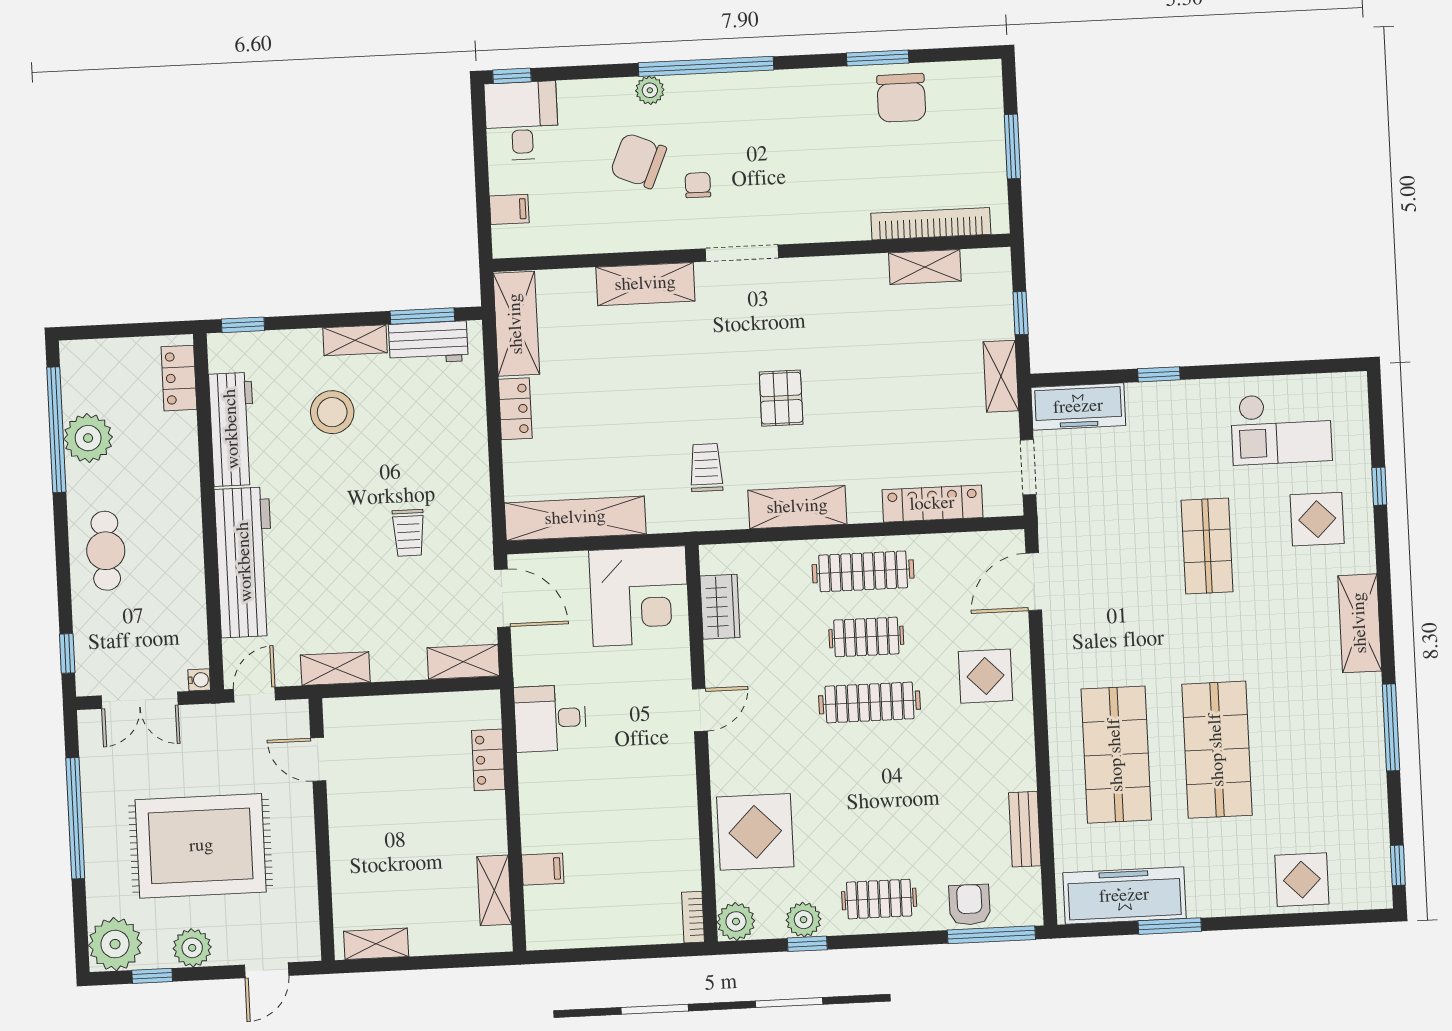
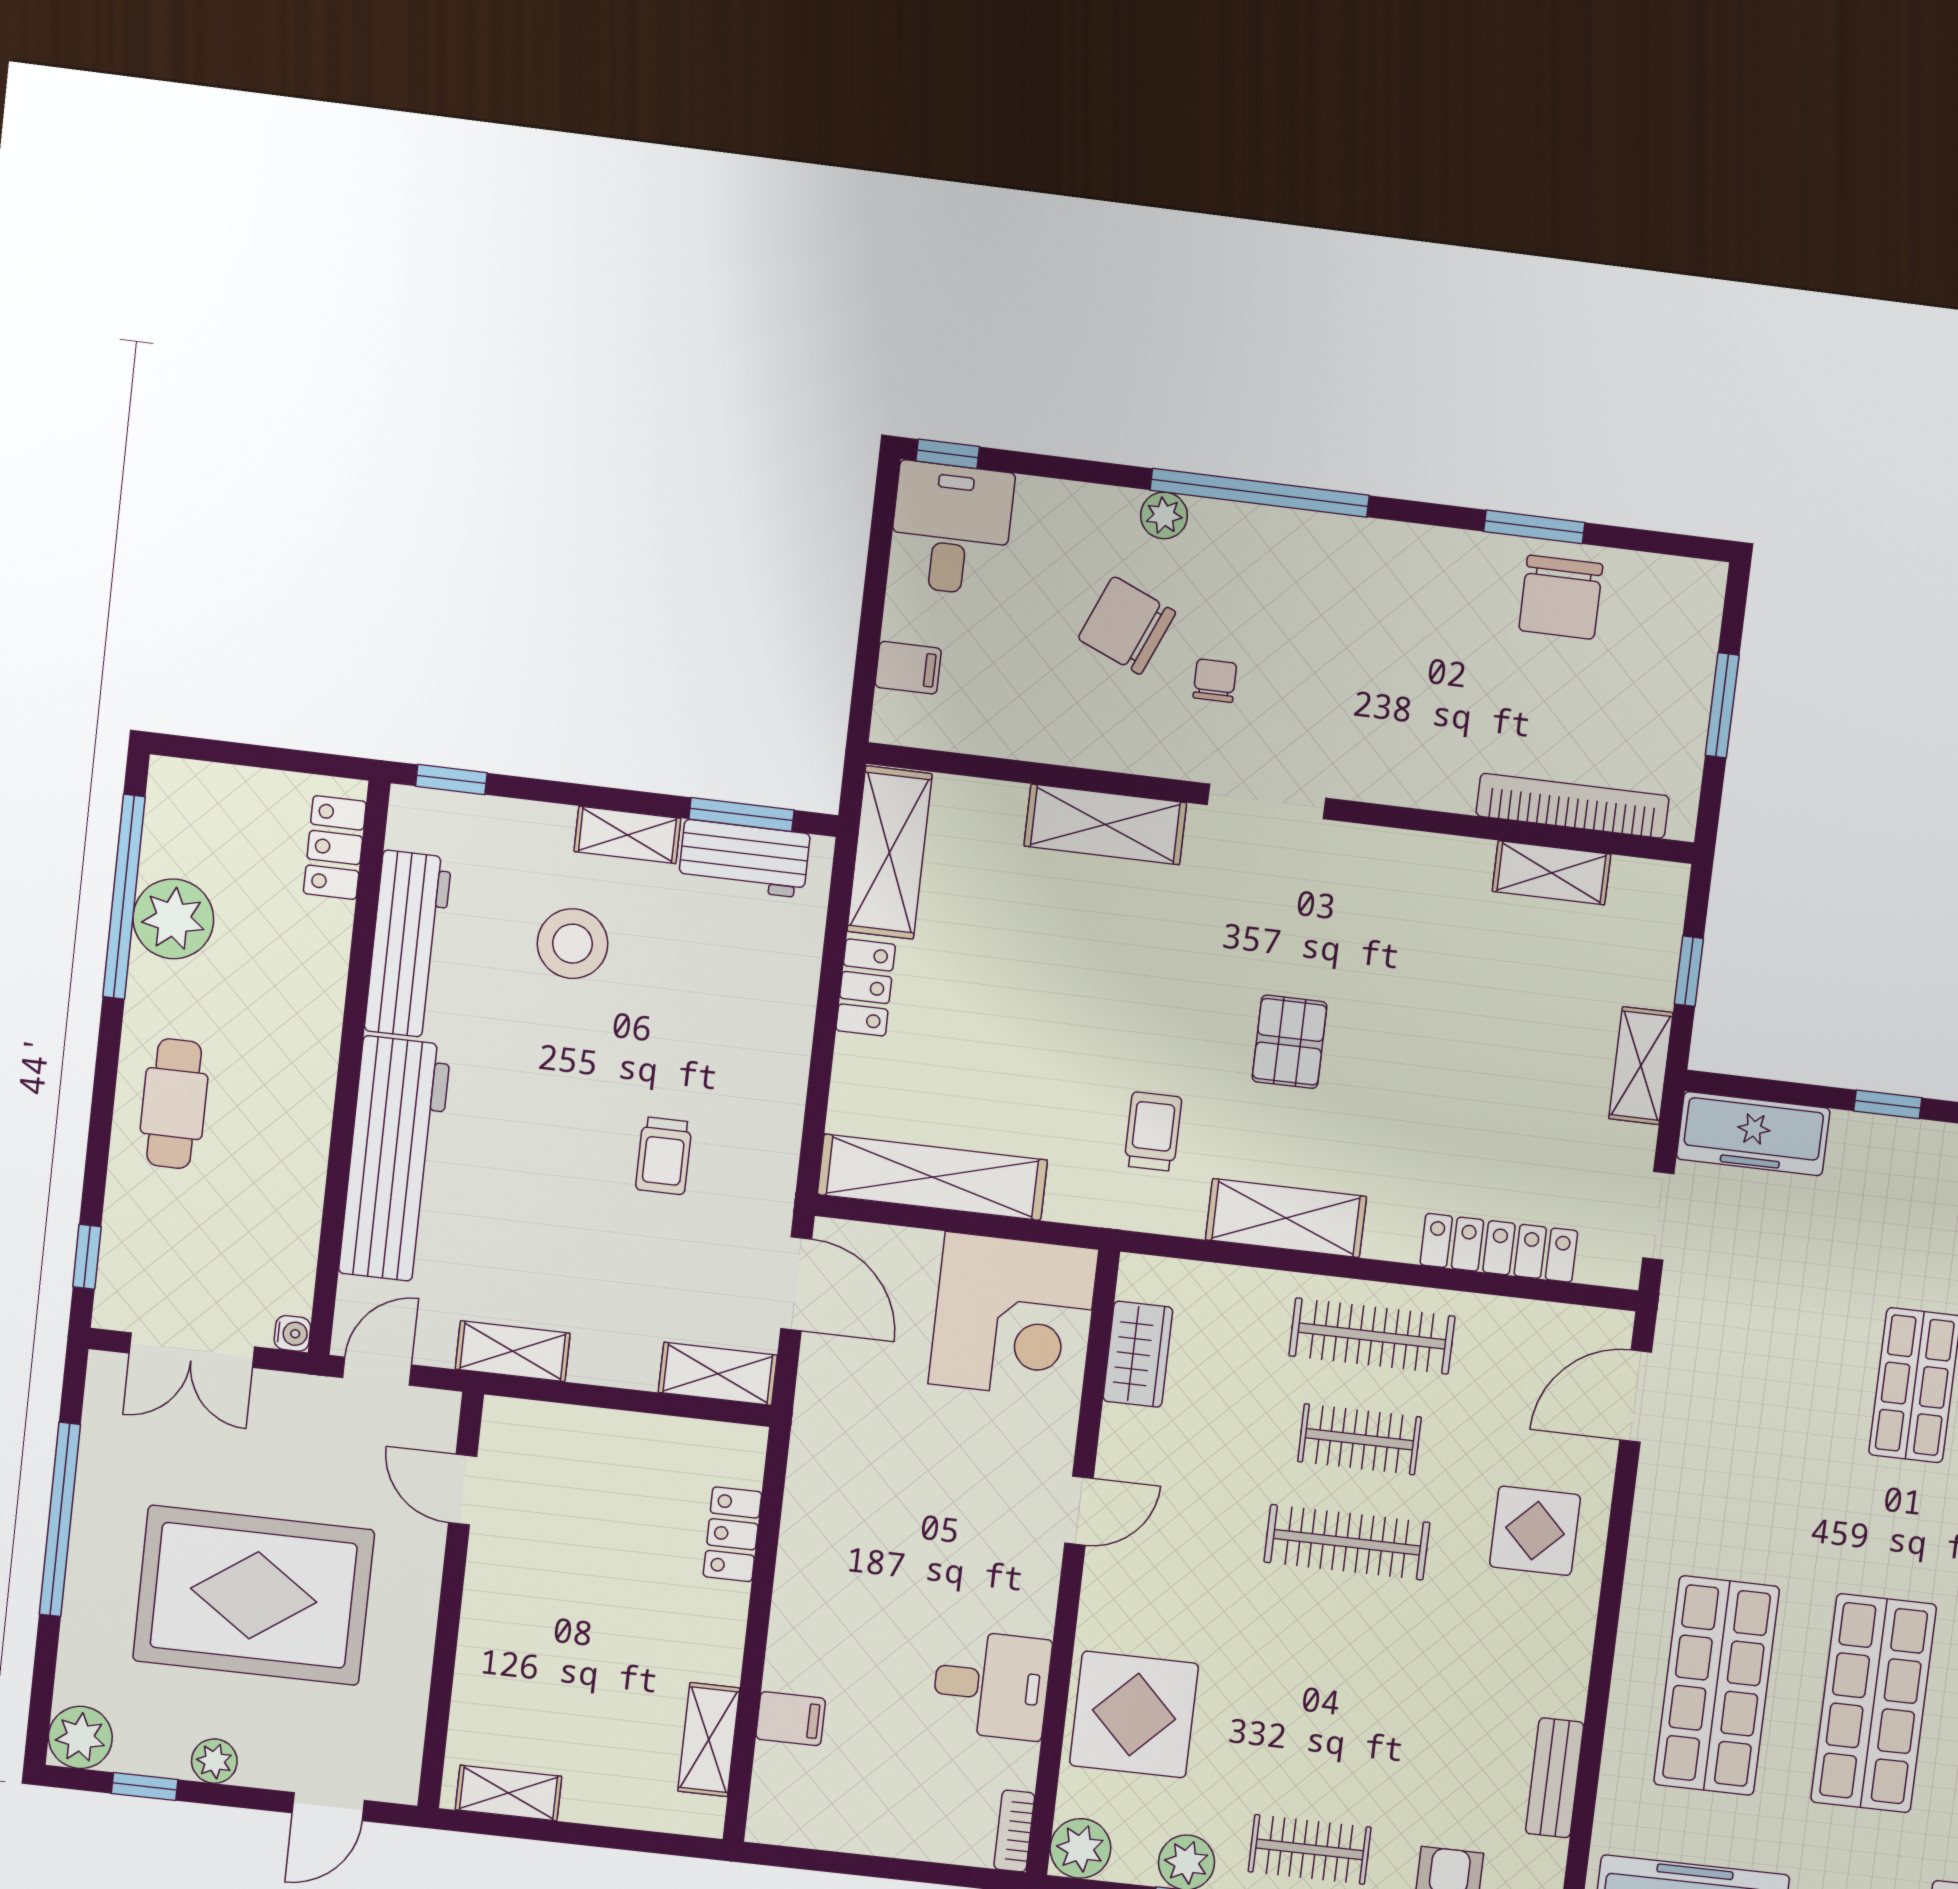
desk: (550, 718) -> (991, 1685), moved, turned 180
plant: (115, 944) -> (80, 1737), width x0.73, depth x0.73
plant: (192, 948) -> (214, 1761), width x0.73, depth x0.73

